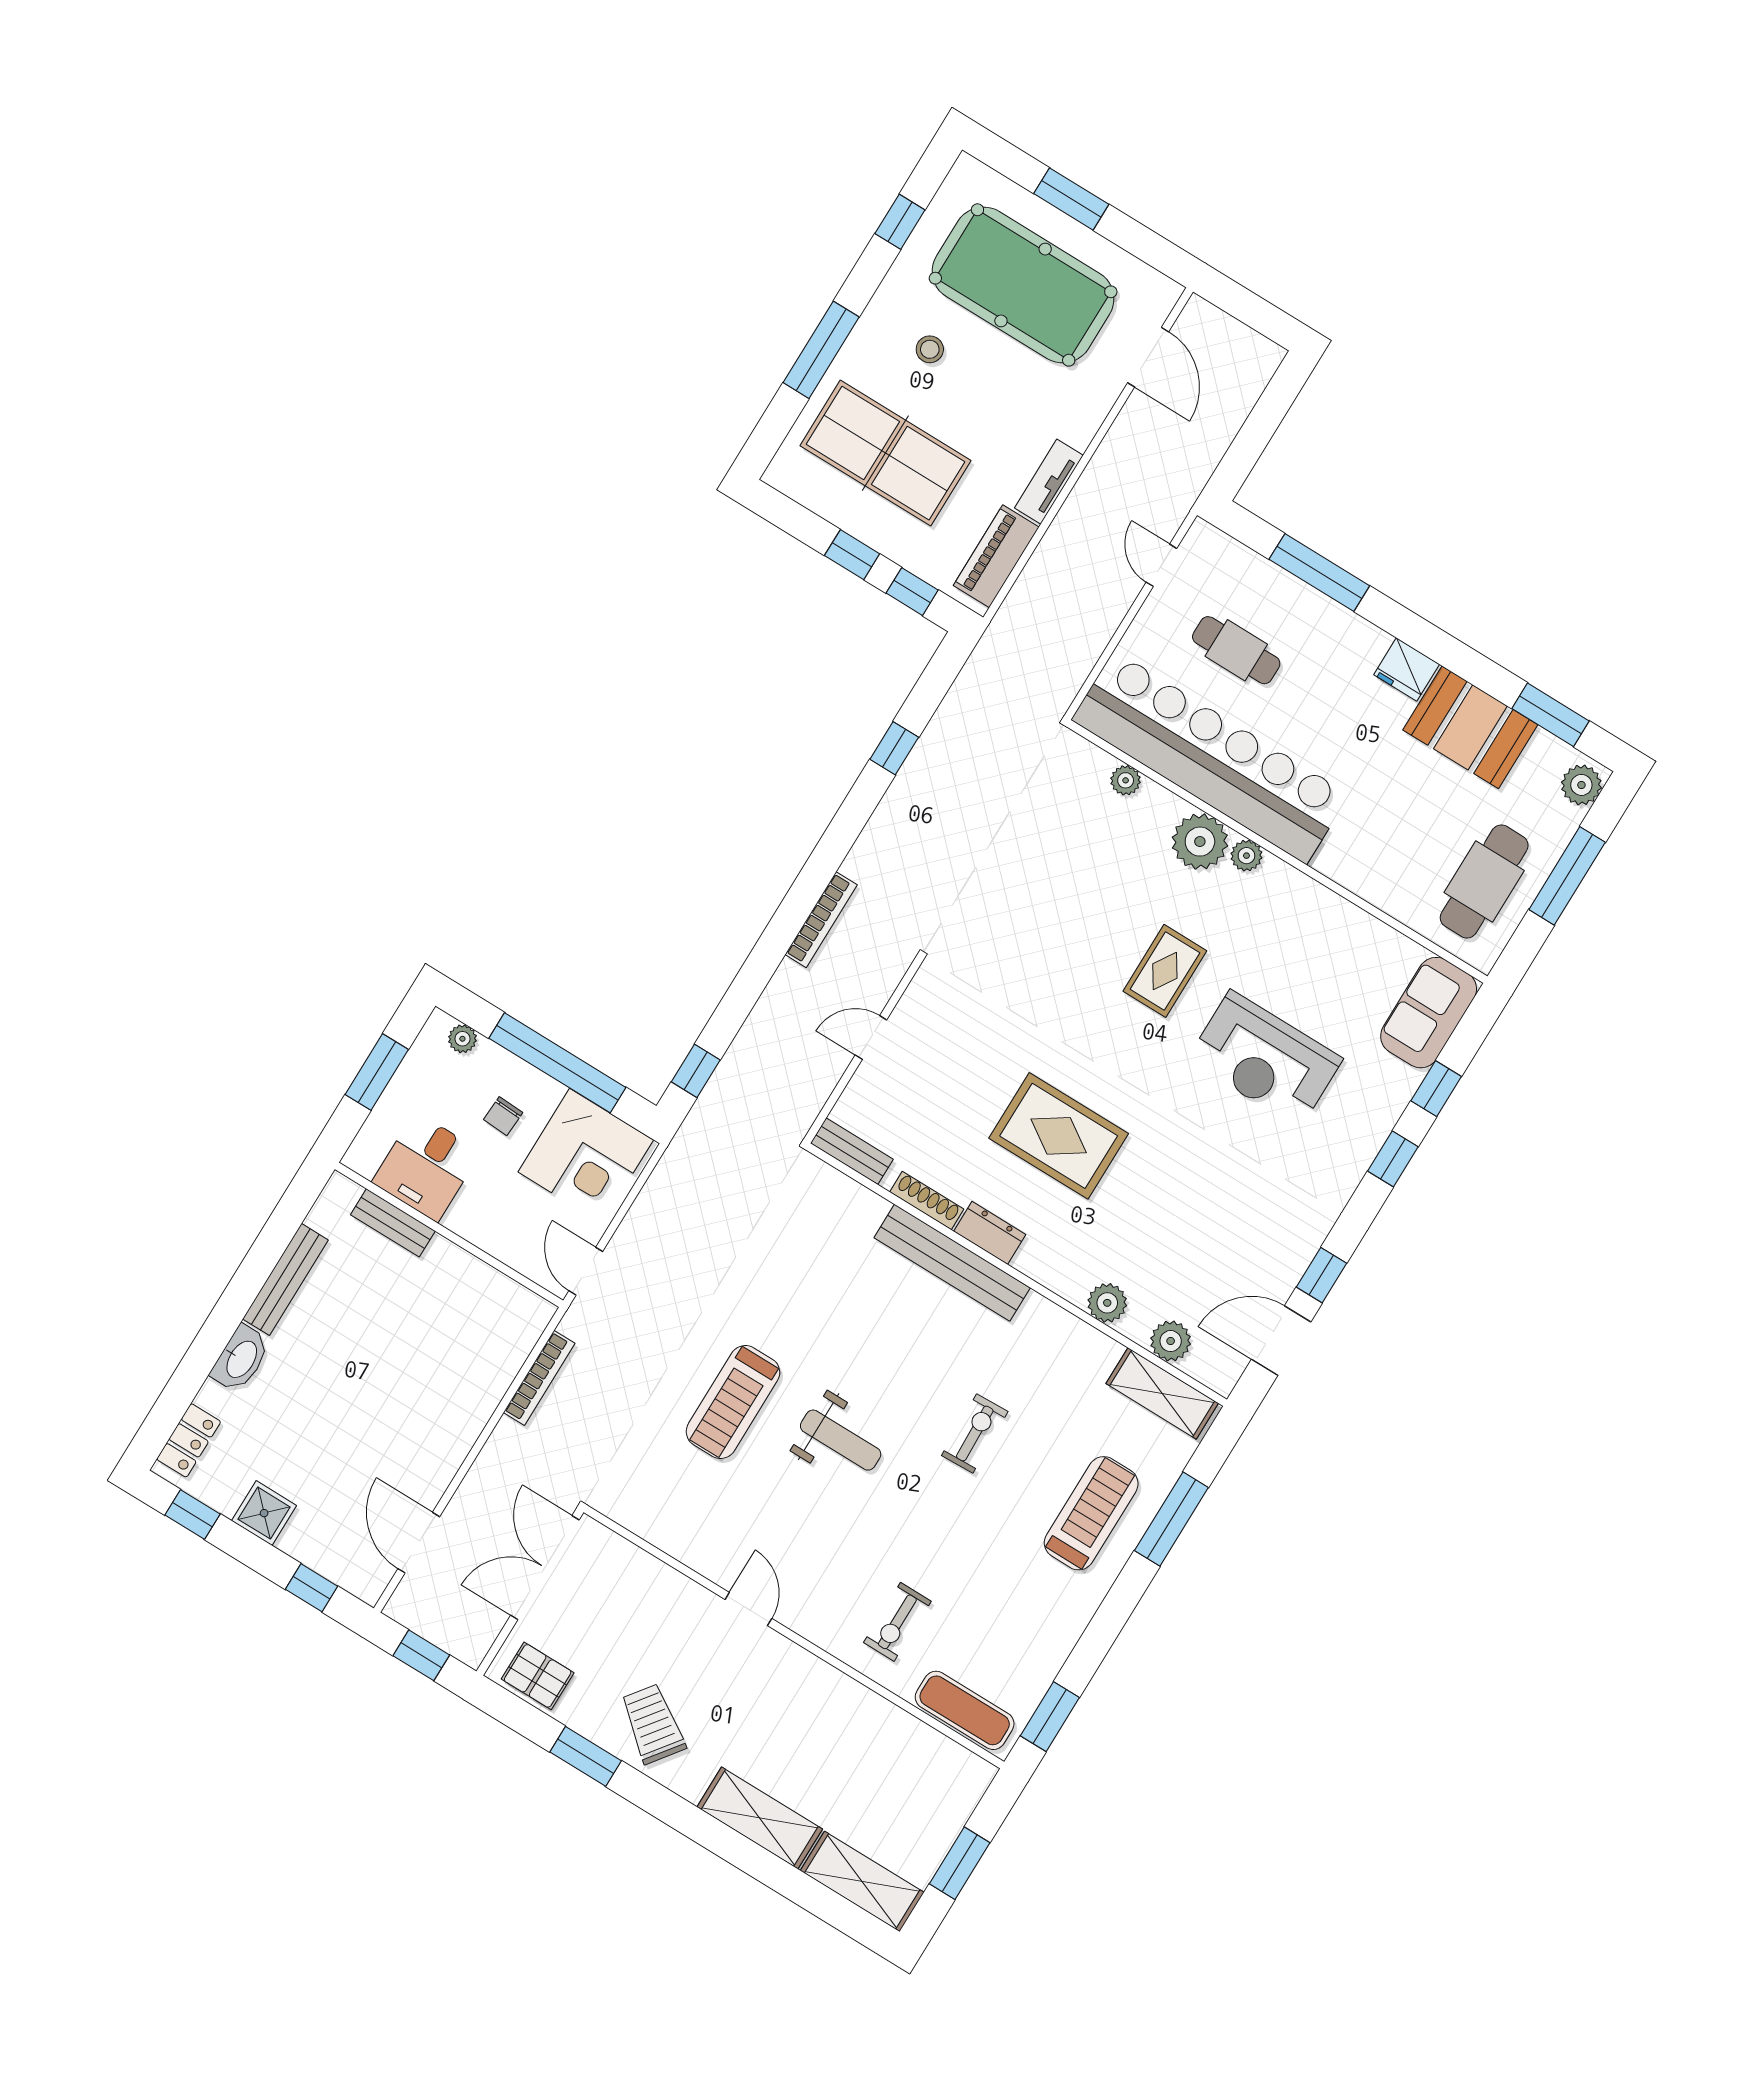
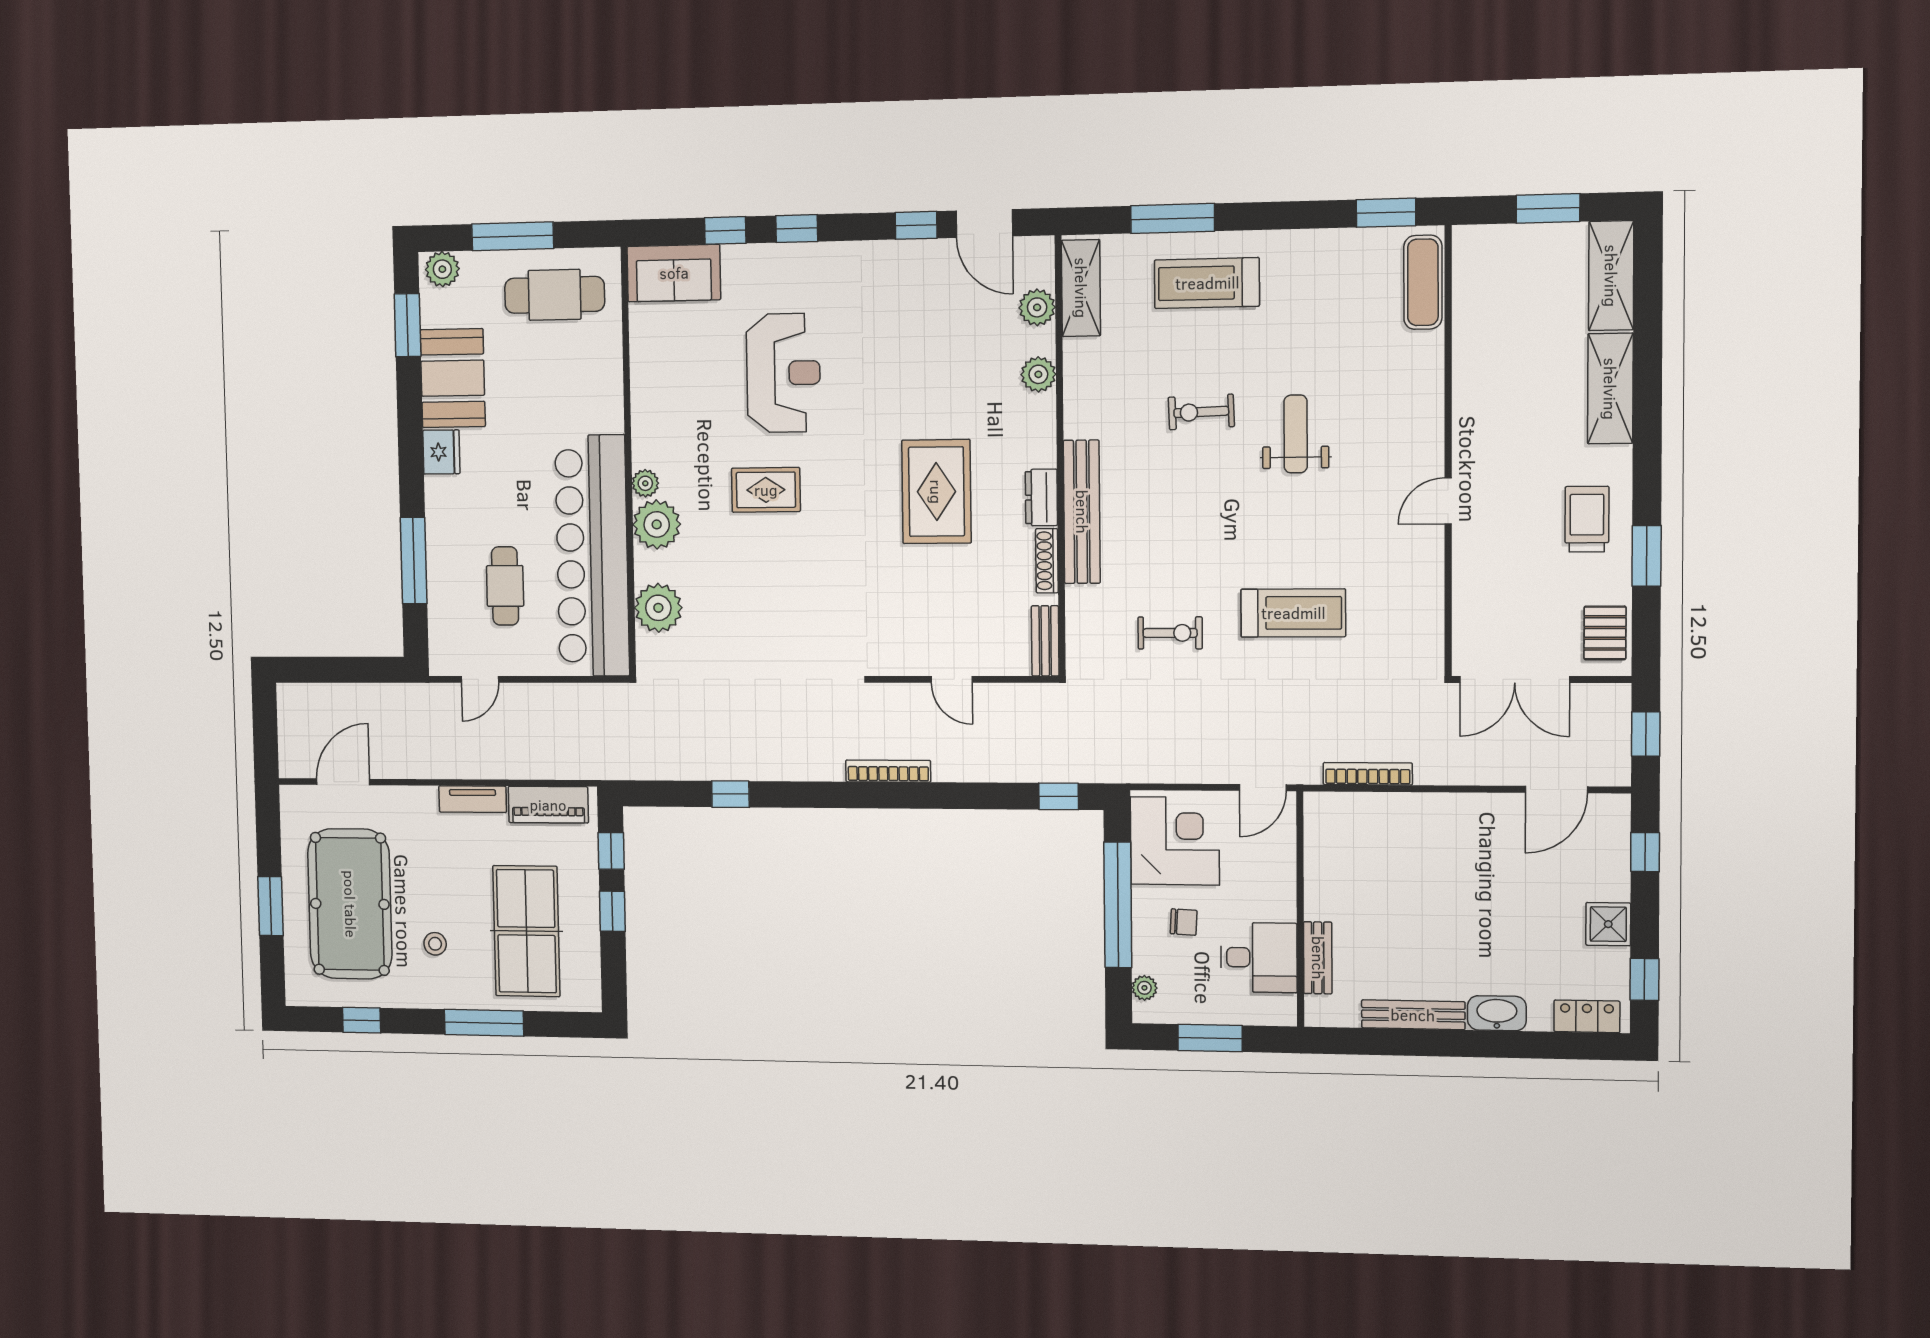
plant: (1126, 780) -> (658, 608), width x1.87, depth x1.87
weight bench: (841, 1440) -> (1296, 434), moved
exercise bike: (897, 1622) -> (1170, 633), moved
trolley: (653, 1724) -> (1587, 519), turned 143

